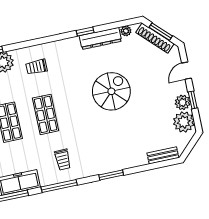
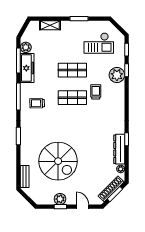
trolley: (37, 67) -> (96, 92), moved
spiral stairs: (111, 91) -> (58, 161), moved, width x1.37, depth x1.37
plant: (184, 122) -> (46, 197), removed

